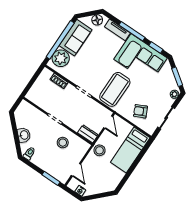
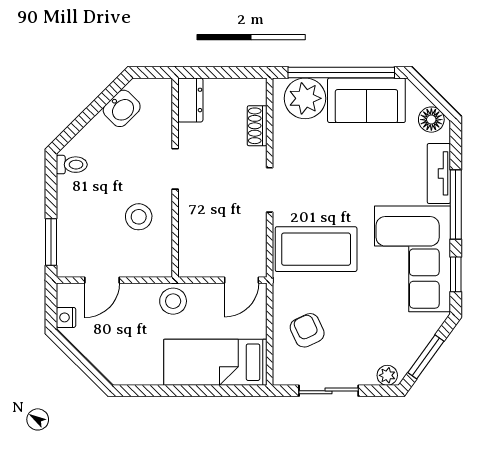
dresser: (88, 134) -> (190, 100), moved
washbasin: (24, 135) -> (122, 108), moved

